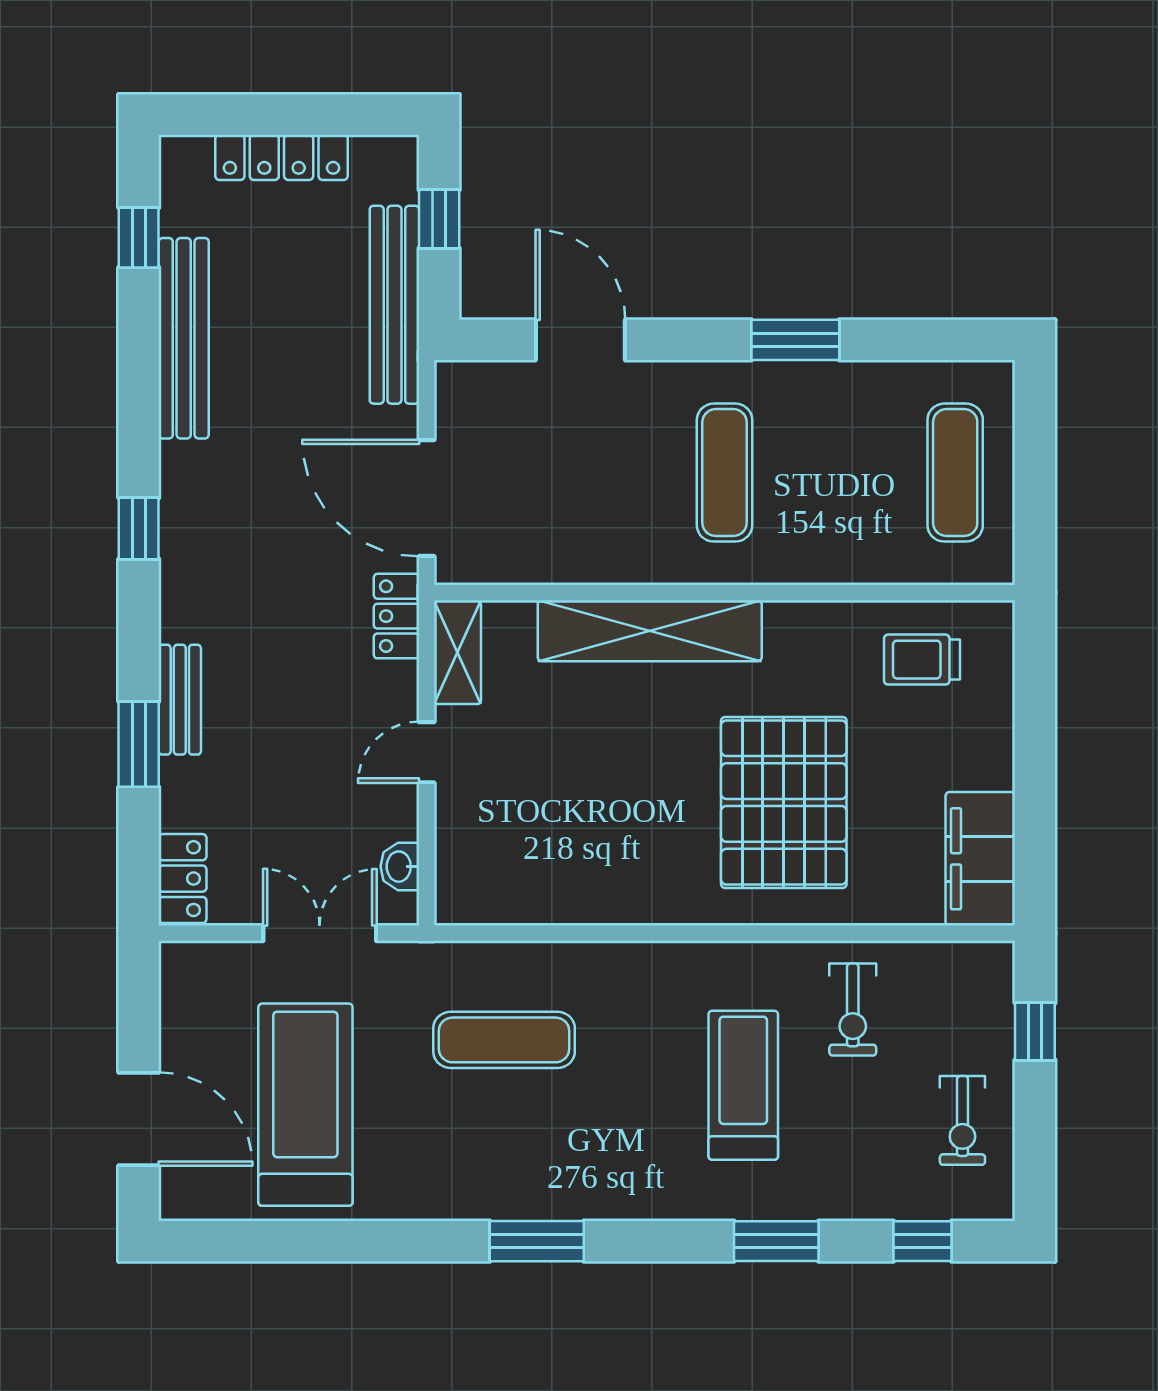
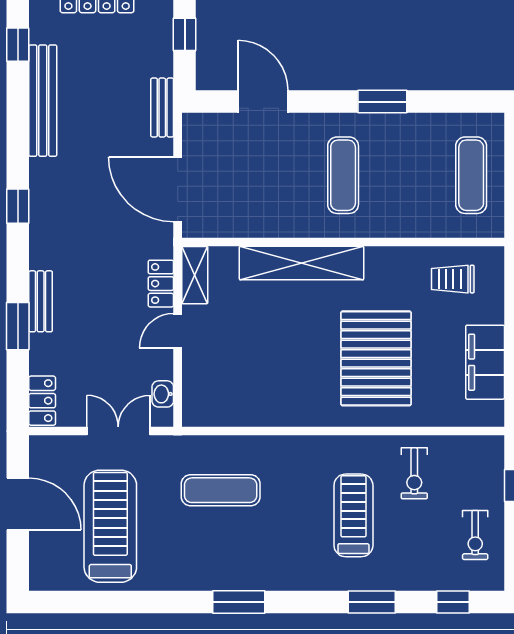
bench: (394, 305) -> (162, 108), width x0.54, depth x0.82
locker: (396, 616) -> (161, 284), moved
filing cabinet: (980, 859) -> (485, 362), moved
door: (139, 1119) -> (18, 504), moved

